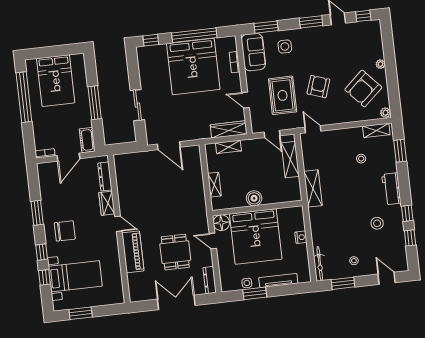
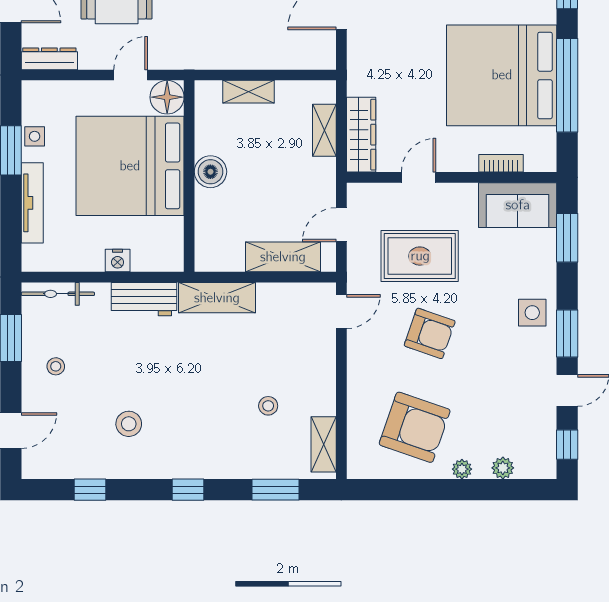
side table: (285, 47) -> (532, 313), moved
armchair: (363, 89) -> (415, 427), turned 151
plant: (385, 113) -> (503, 468), moved
workbench: (391, 189) -> (144, 299), moved, turned 180
window: (407, 213) -> (188, 490), moved

